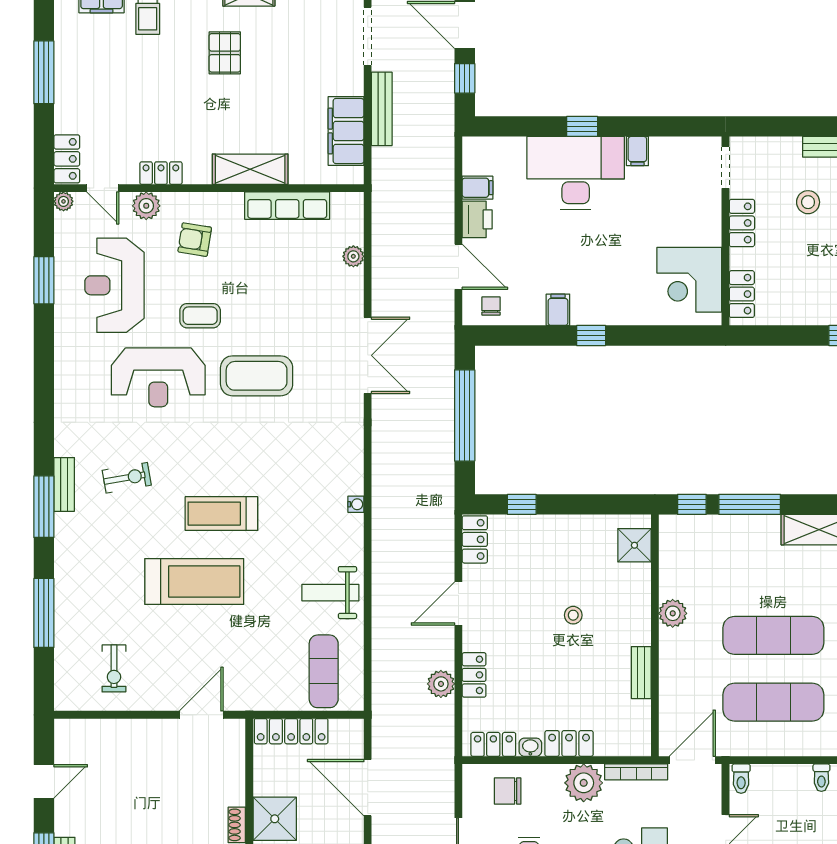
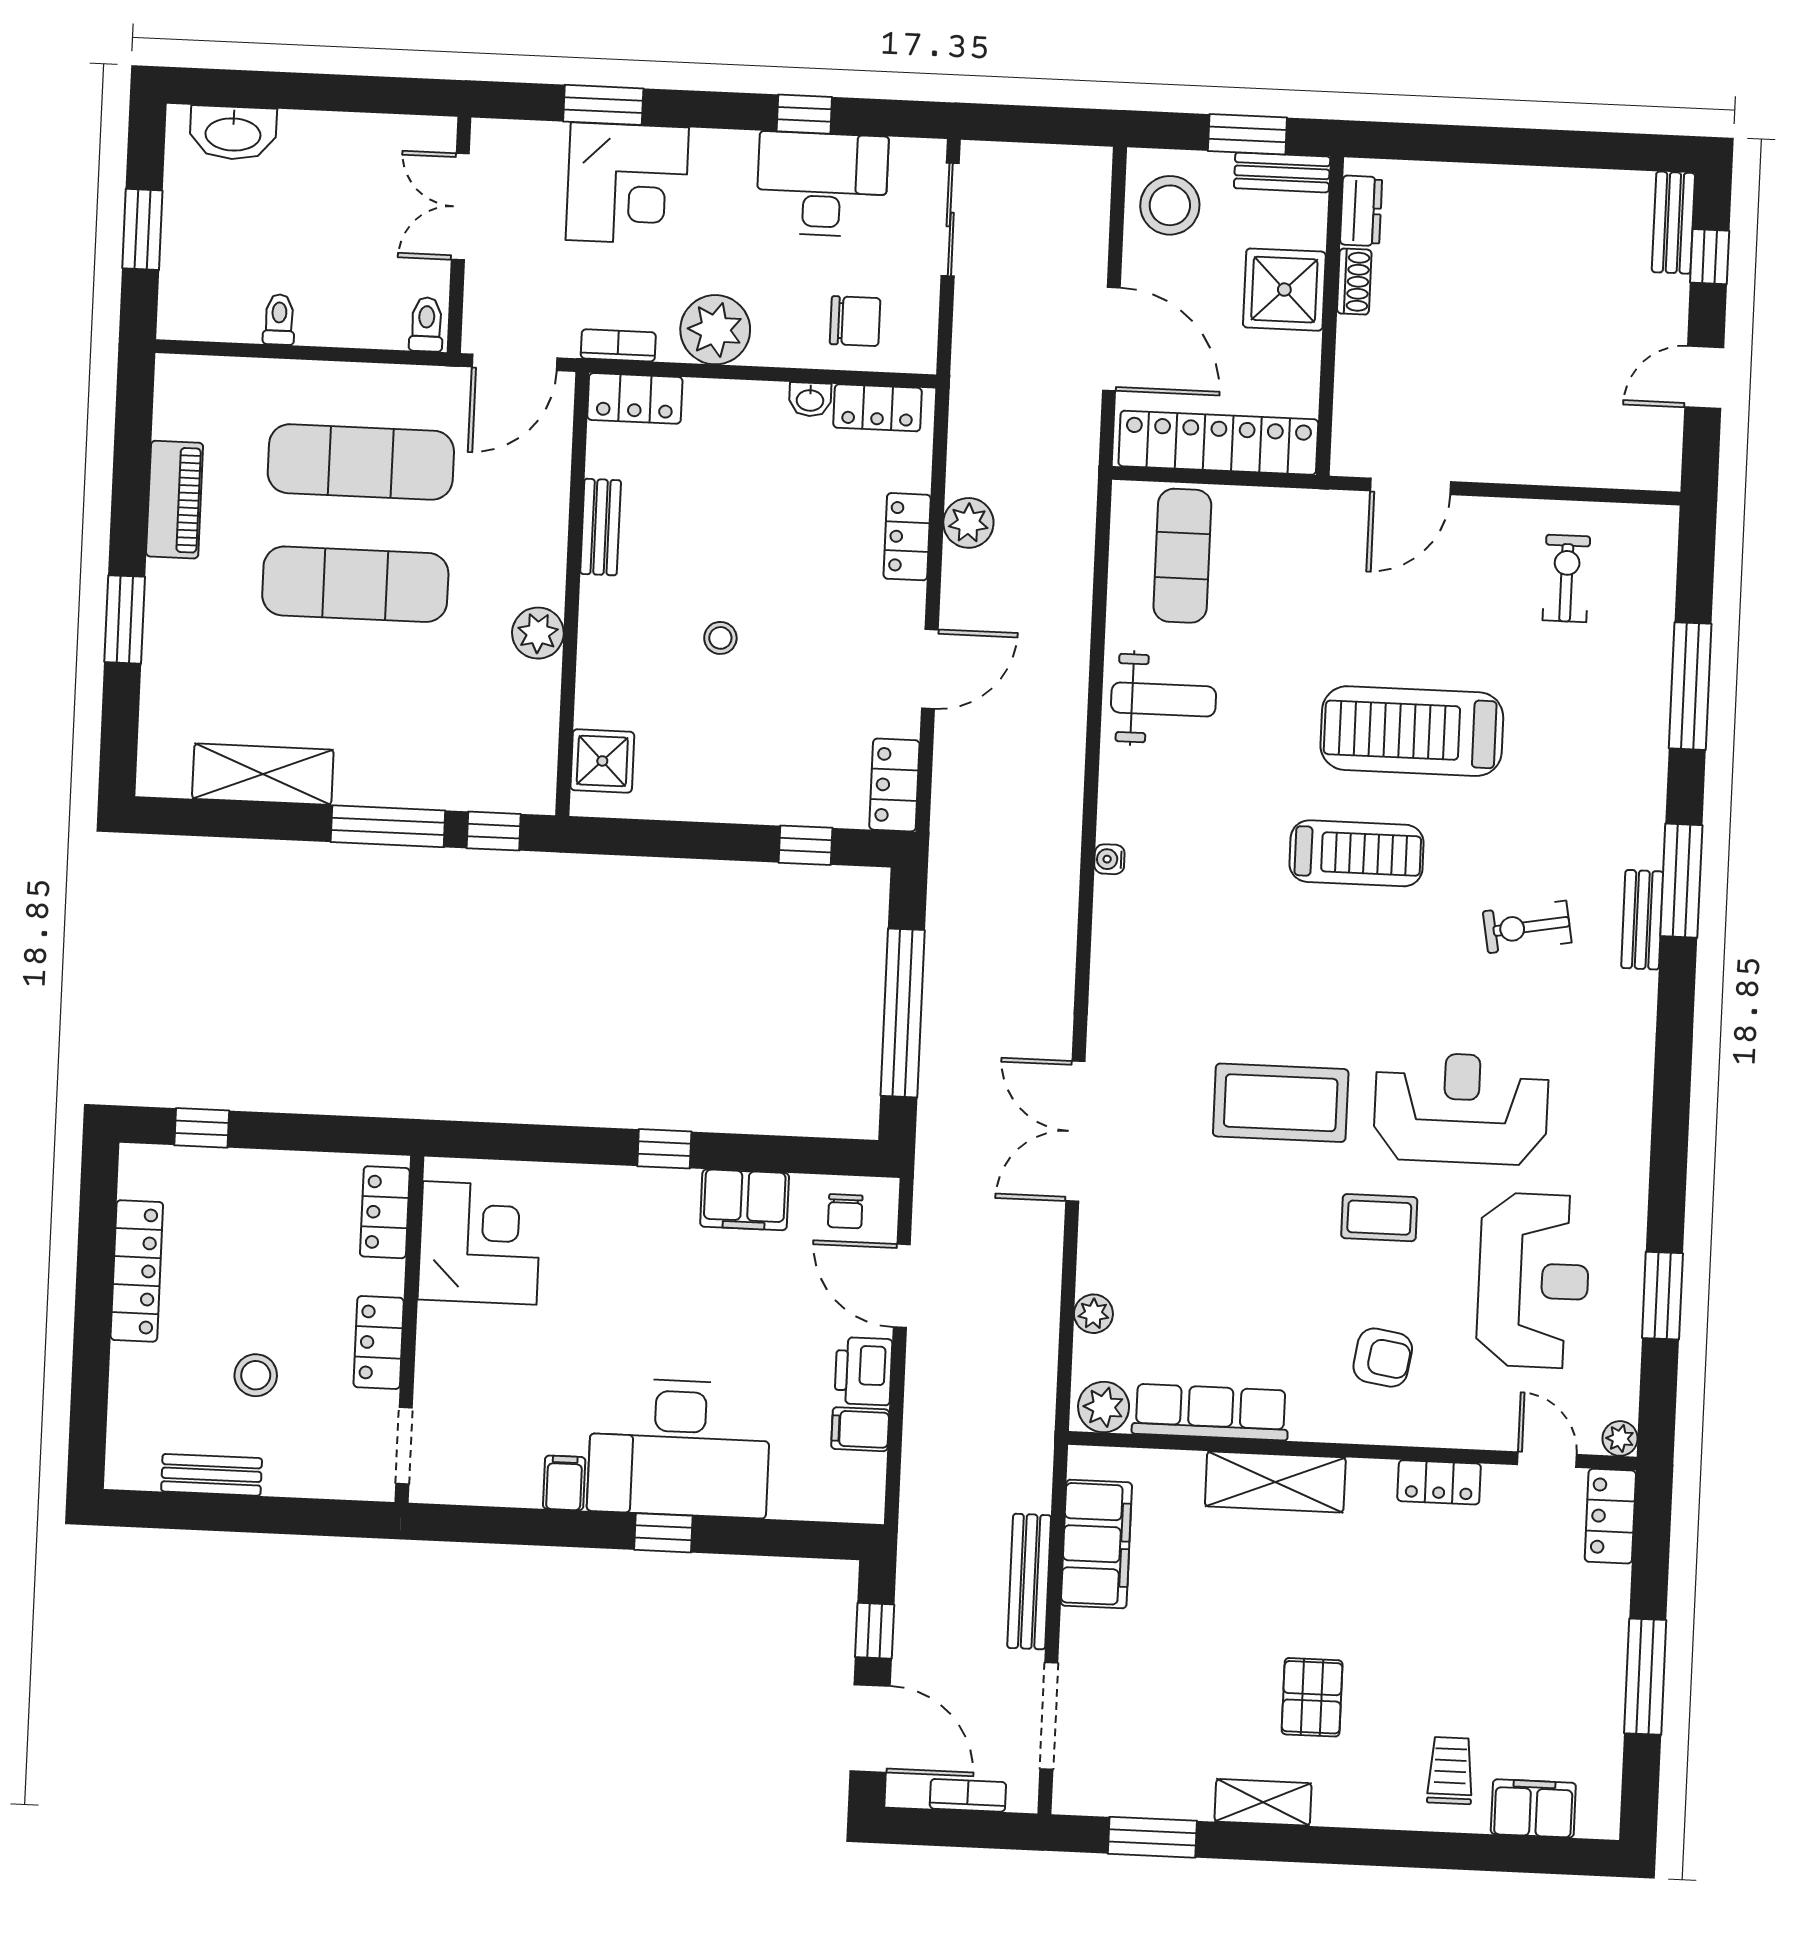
plant: (146, 206) -> (1104, 1407), moved
filing cabinet: (558, 310) -> (745, 1200), width x2.00
locker: (291, 731) -> (1218, 443), width x1.41, depth x1.21
locker: (569, 743) -> (635, 398), moved
bookcase: (636, 772) -> (618, 345), width x0.64

